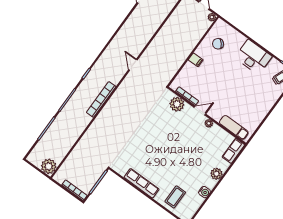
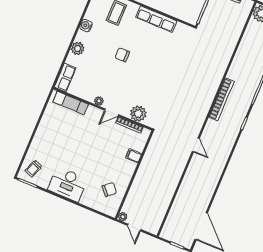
filing cabinet: (196, 60) -> (134, 156), moved
chair: (179, 159) -> (122, 55), added

